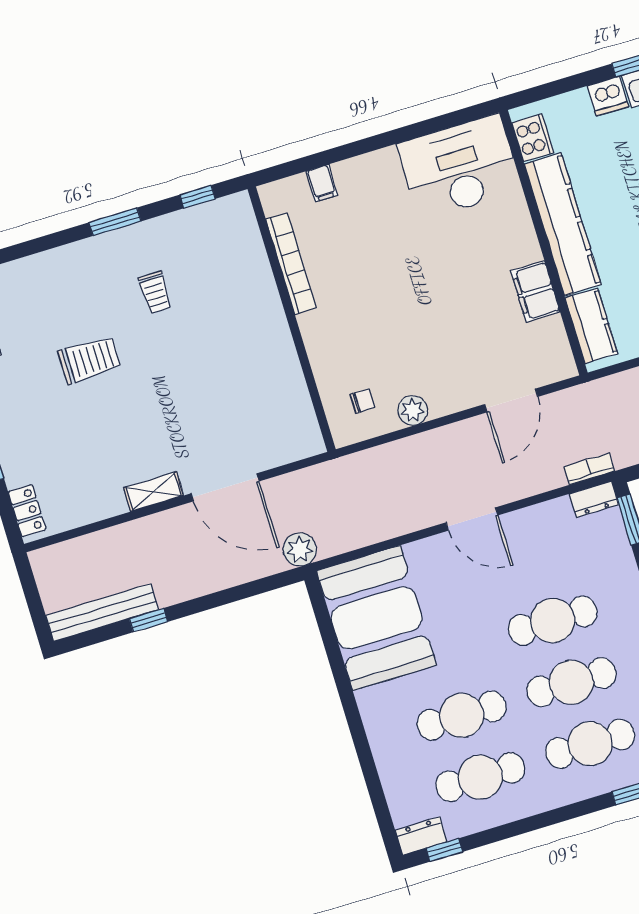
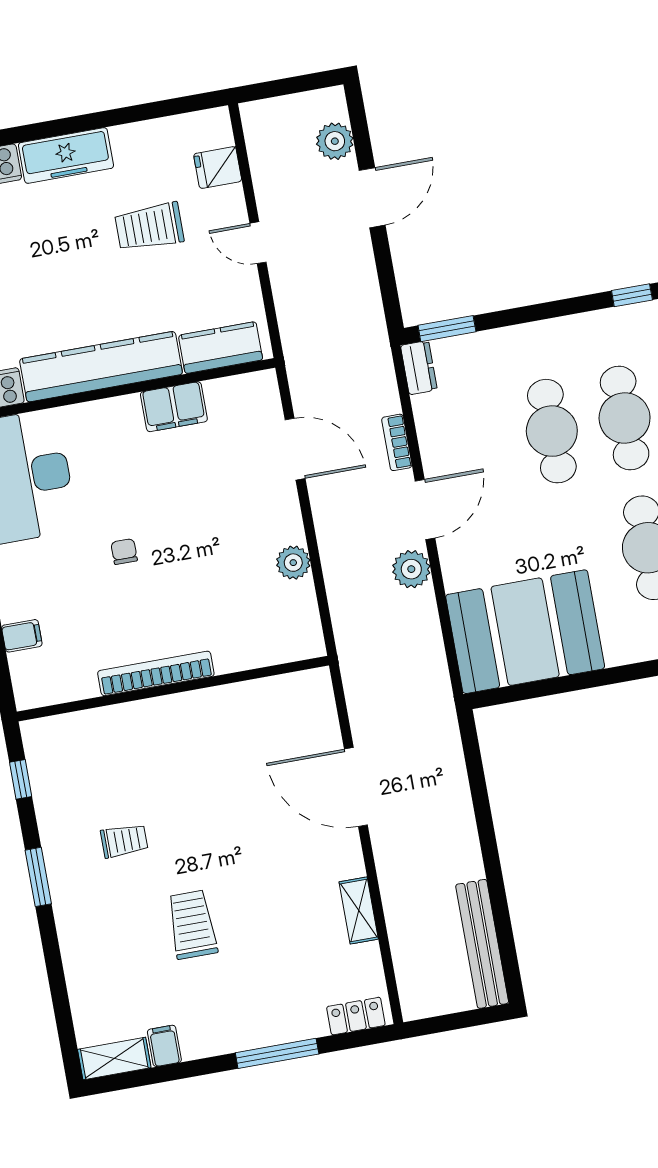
bookcase: (291, 264) -> (156, 673), moved
chair: (362, 401) -> (124, 552), moved
bookcase: (589, 469) -> (397, 442), moved
door: (225, 487) -> (356, 787), swing flipped
shelving: (154, 492) -> (359, 910), moved
plant: (300, 549) -> (411, 569), moved
window: (148, 620) -> (497, 892), removed

